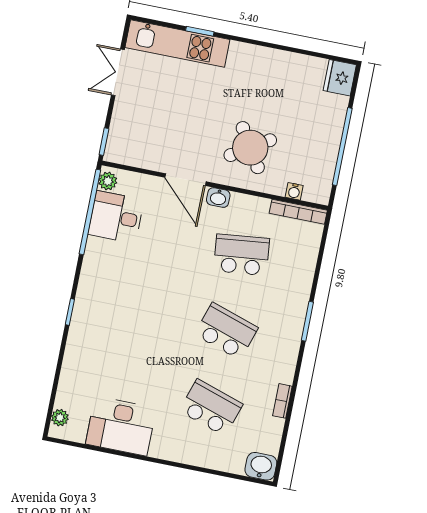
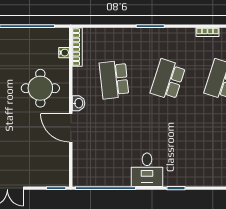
round table: (250, 148) -> (40, 88), turned 32
door: (185, 180) -> (71, 128), swing flipped
plant: (108, 181) -> (82, 180), removed
desk: (116, 217) -> (147, 170), moved

